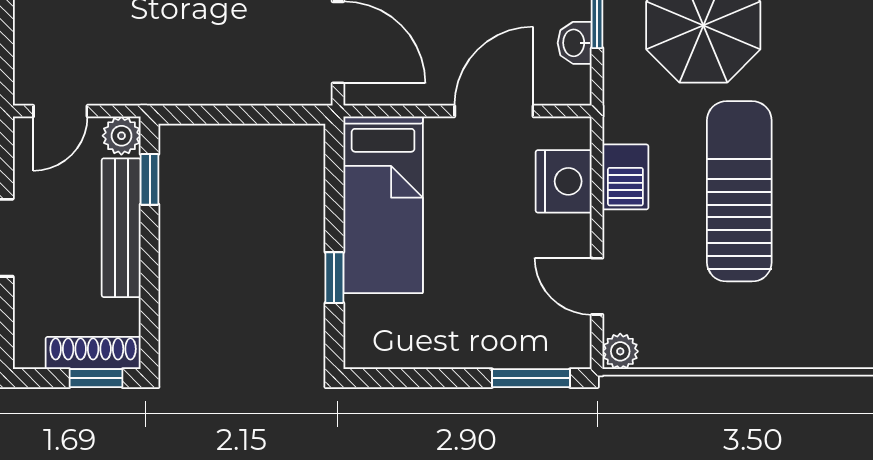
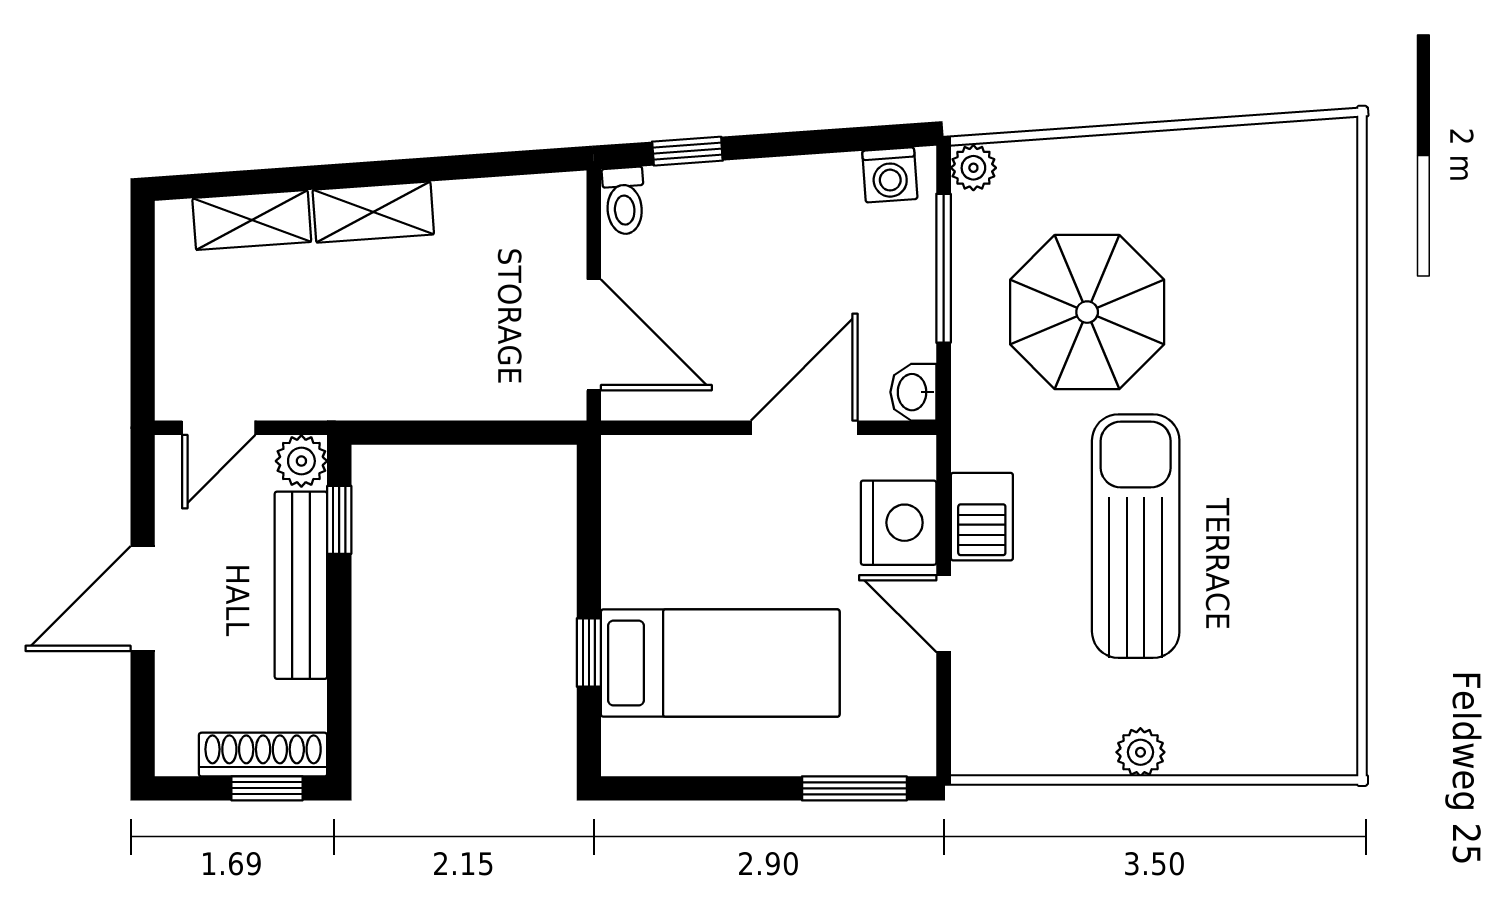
washbasin: (575, 43) -> (913, 392), moved
bed: (383, 205) -> (720, 663), moved, turned -90
door: (597, 286) -> (944, 614), moved
plant: (620, 351) -> (1140, 752), moved

